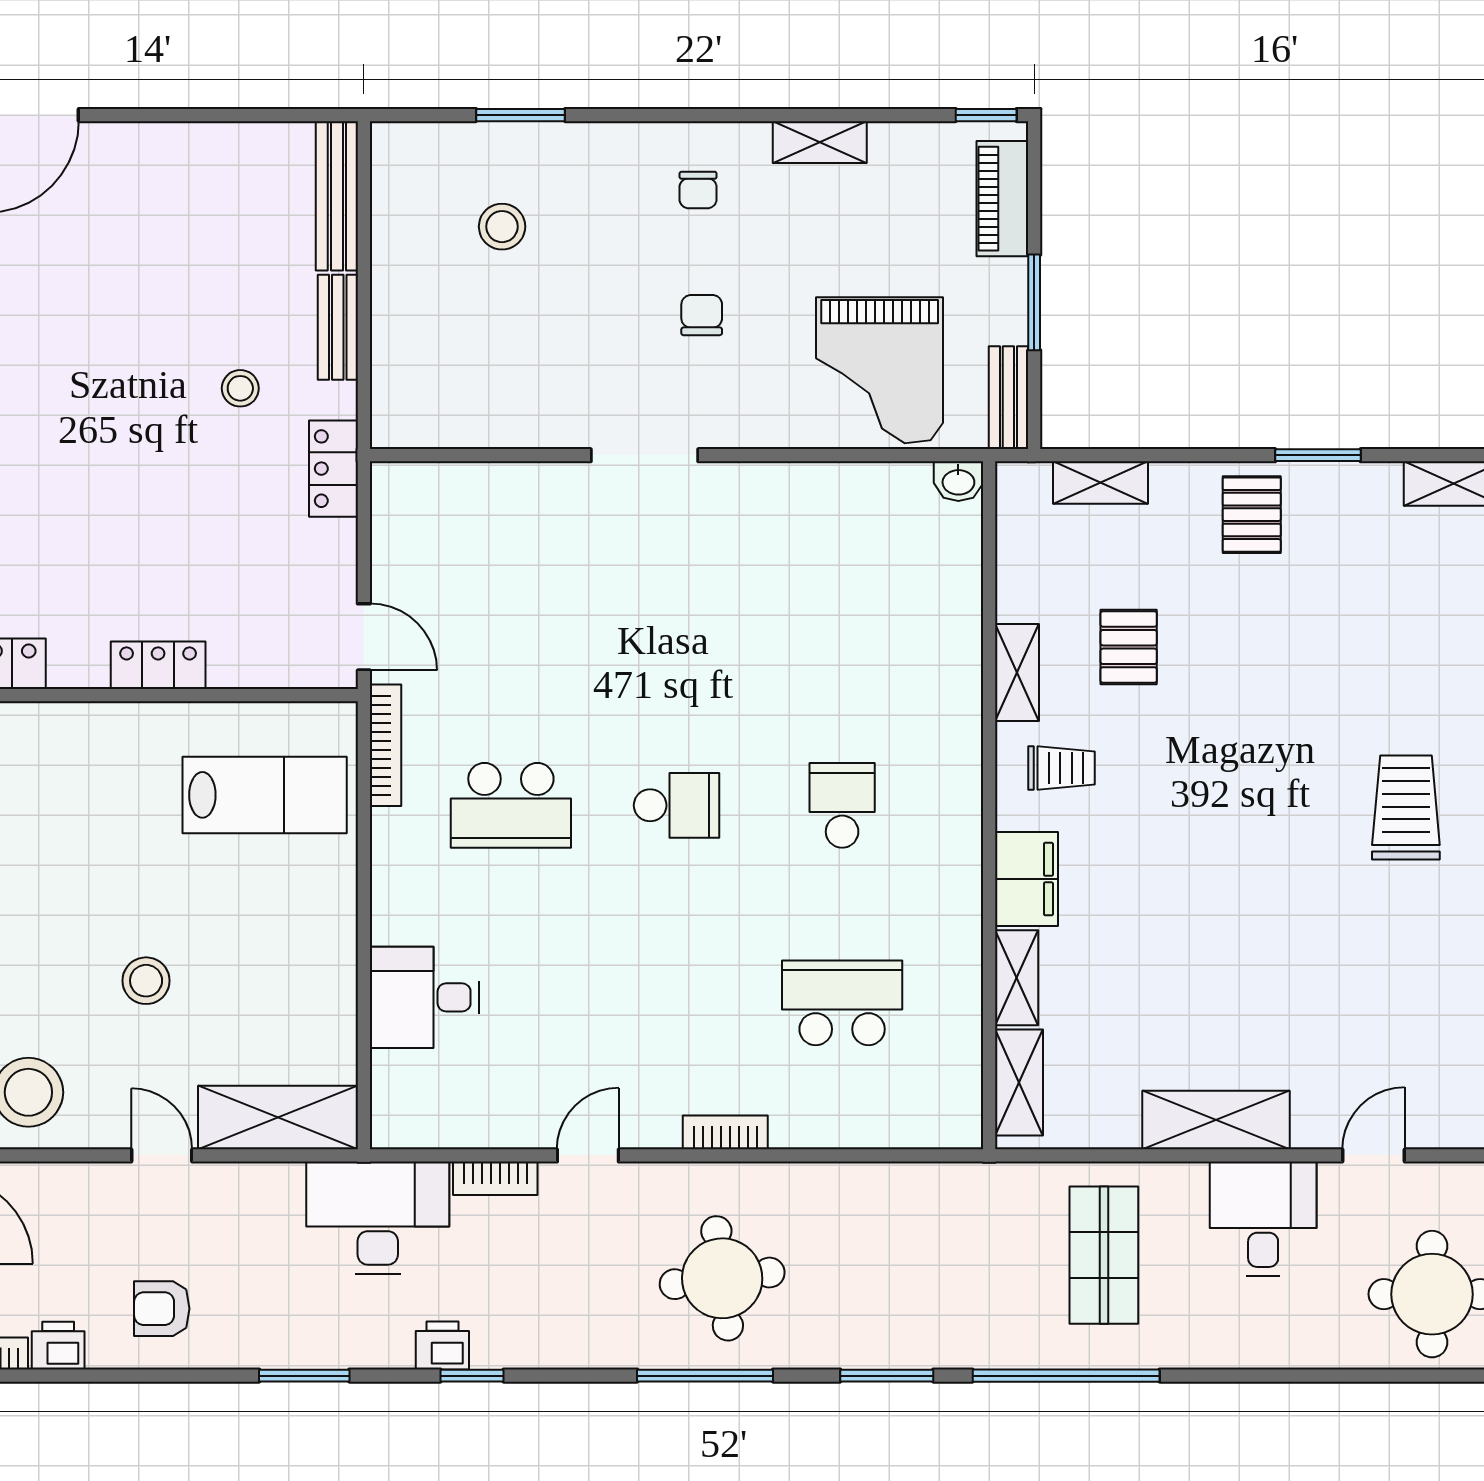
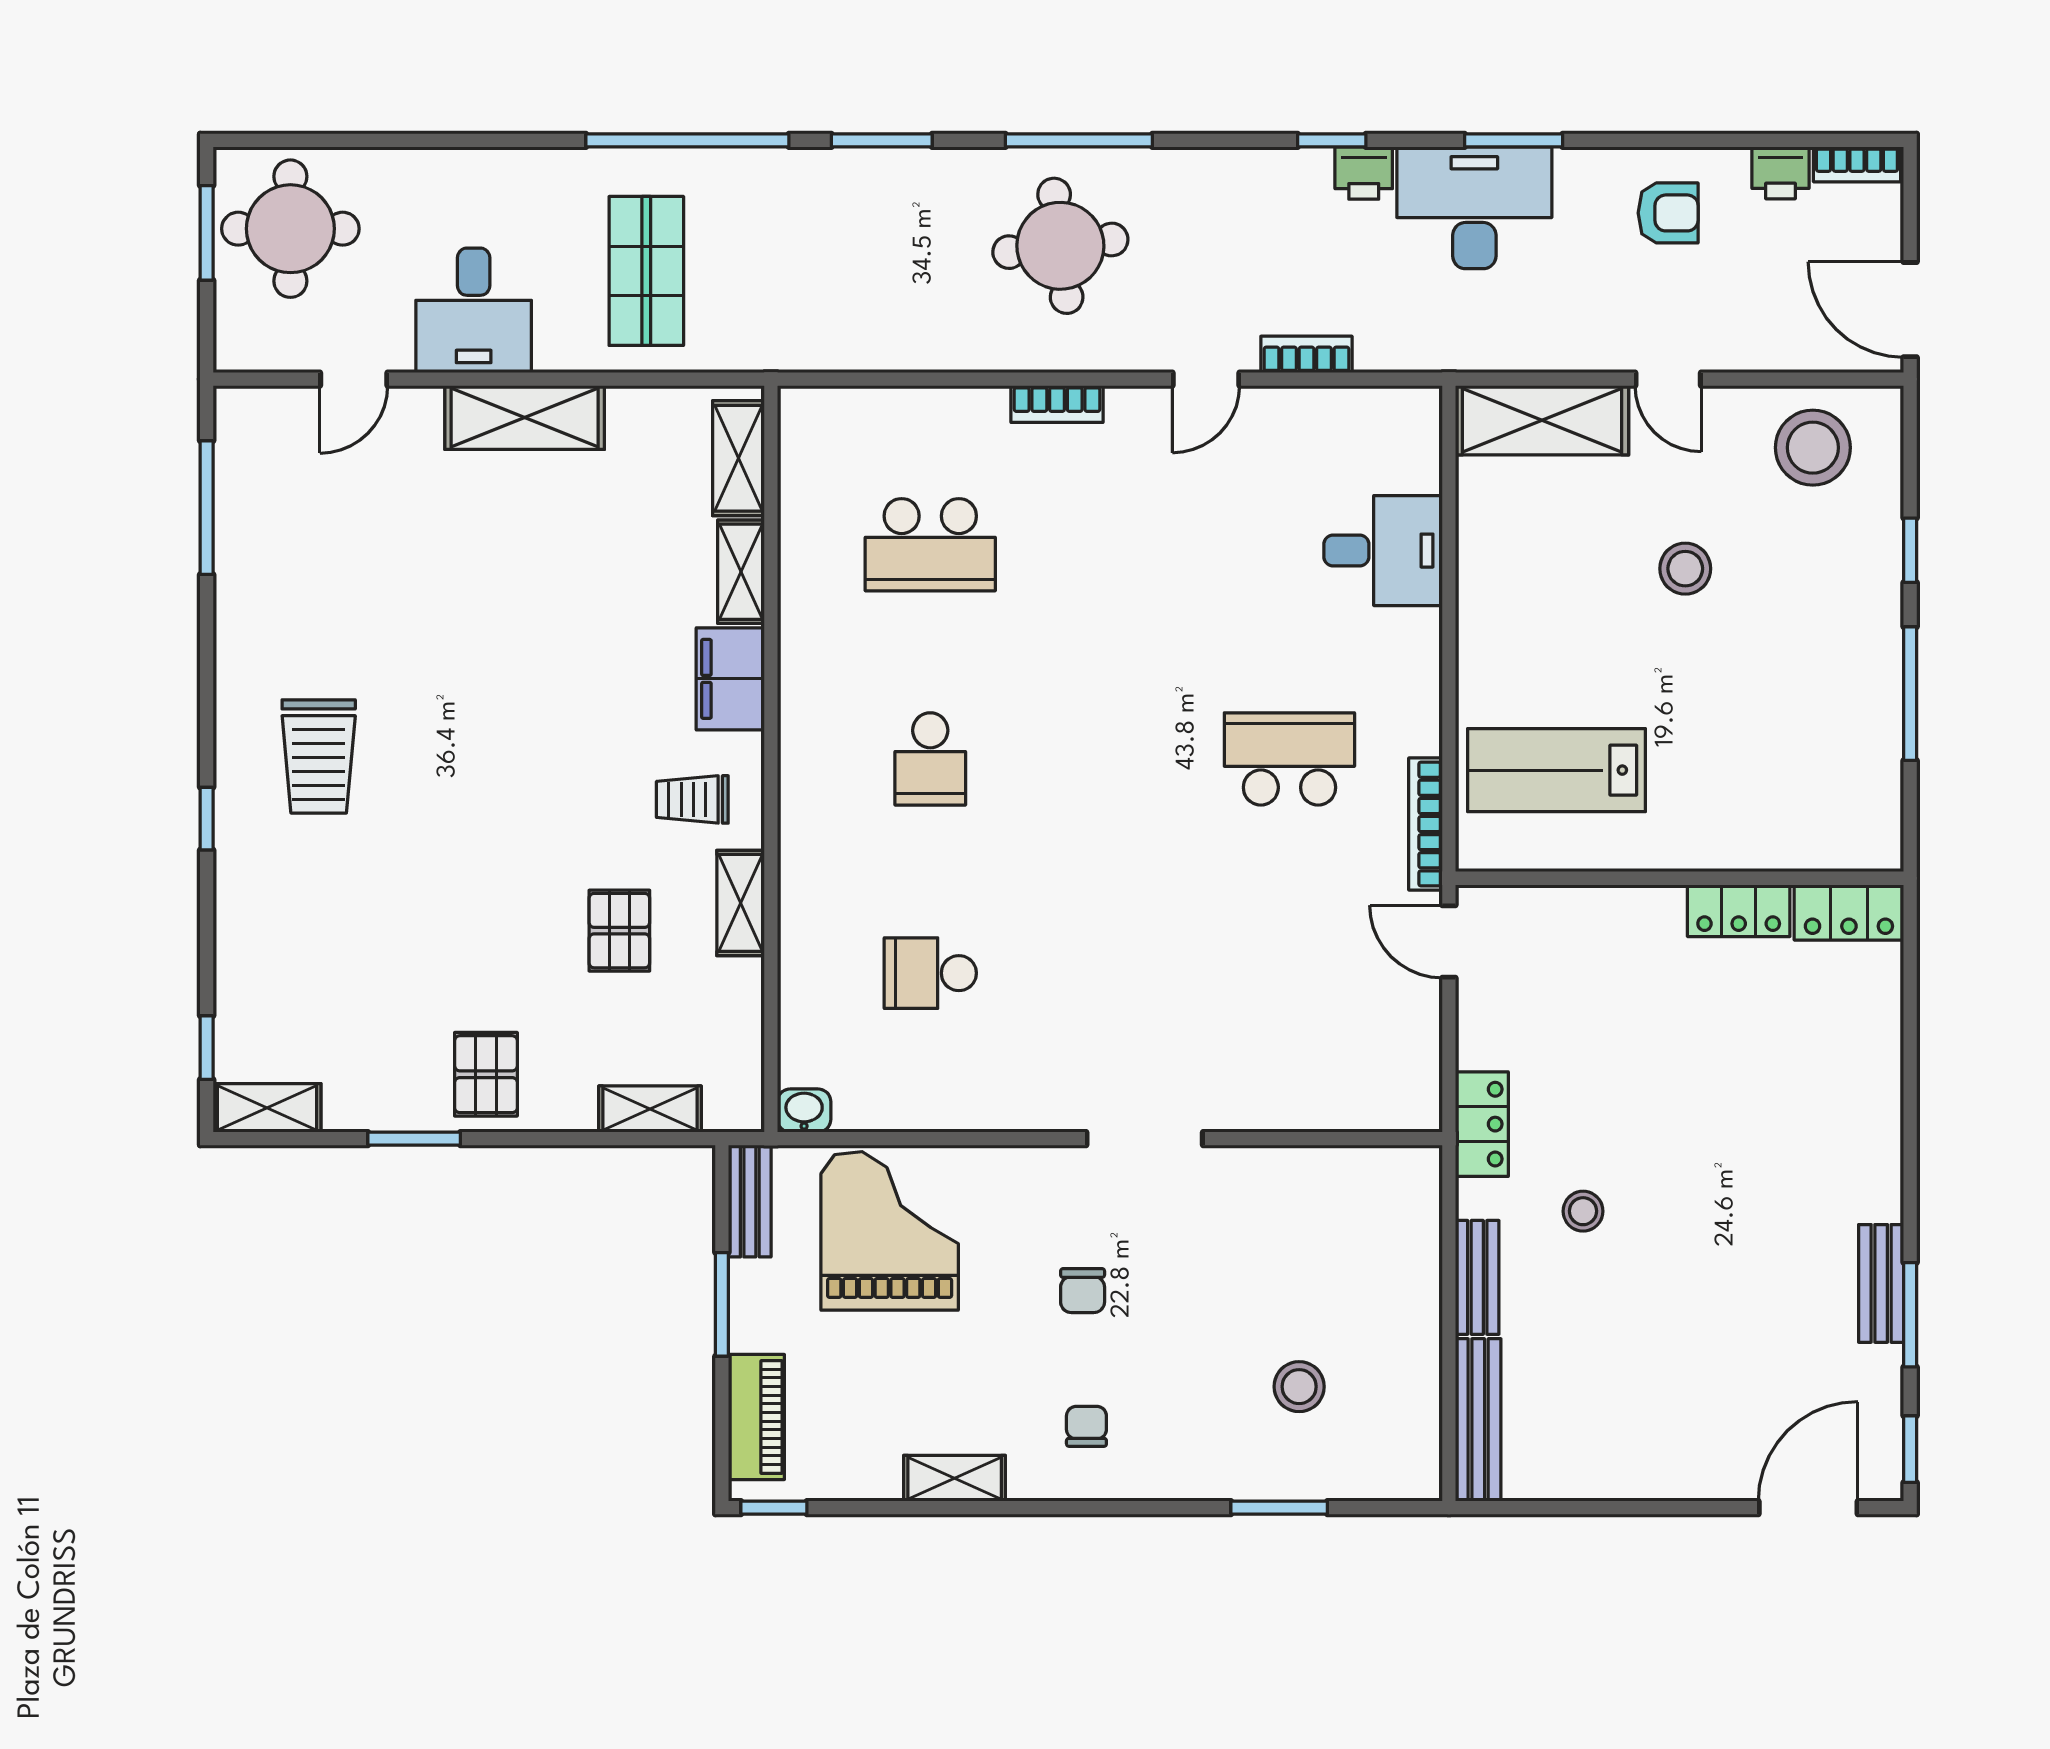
locker: (158, 665) -> (1739, 911), moved
school desk: (676, 805) -> (930, 973), moved
desk: (378, 1218) -> (1474, 208), moved, turned 180

